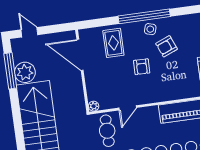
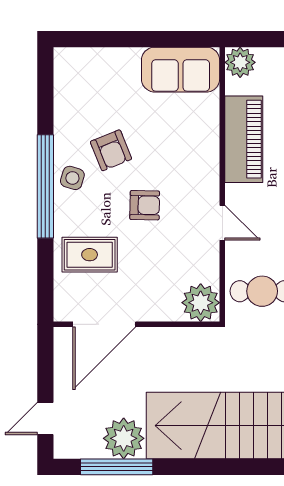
plant: (94, 106) -> (201, 303), width x1.88, depth x1.88
door: (128, 108) -> (222, 223), moved

